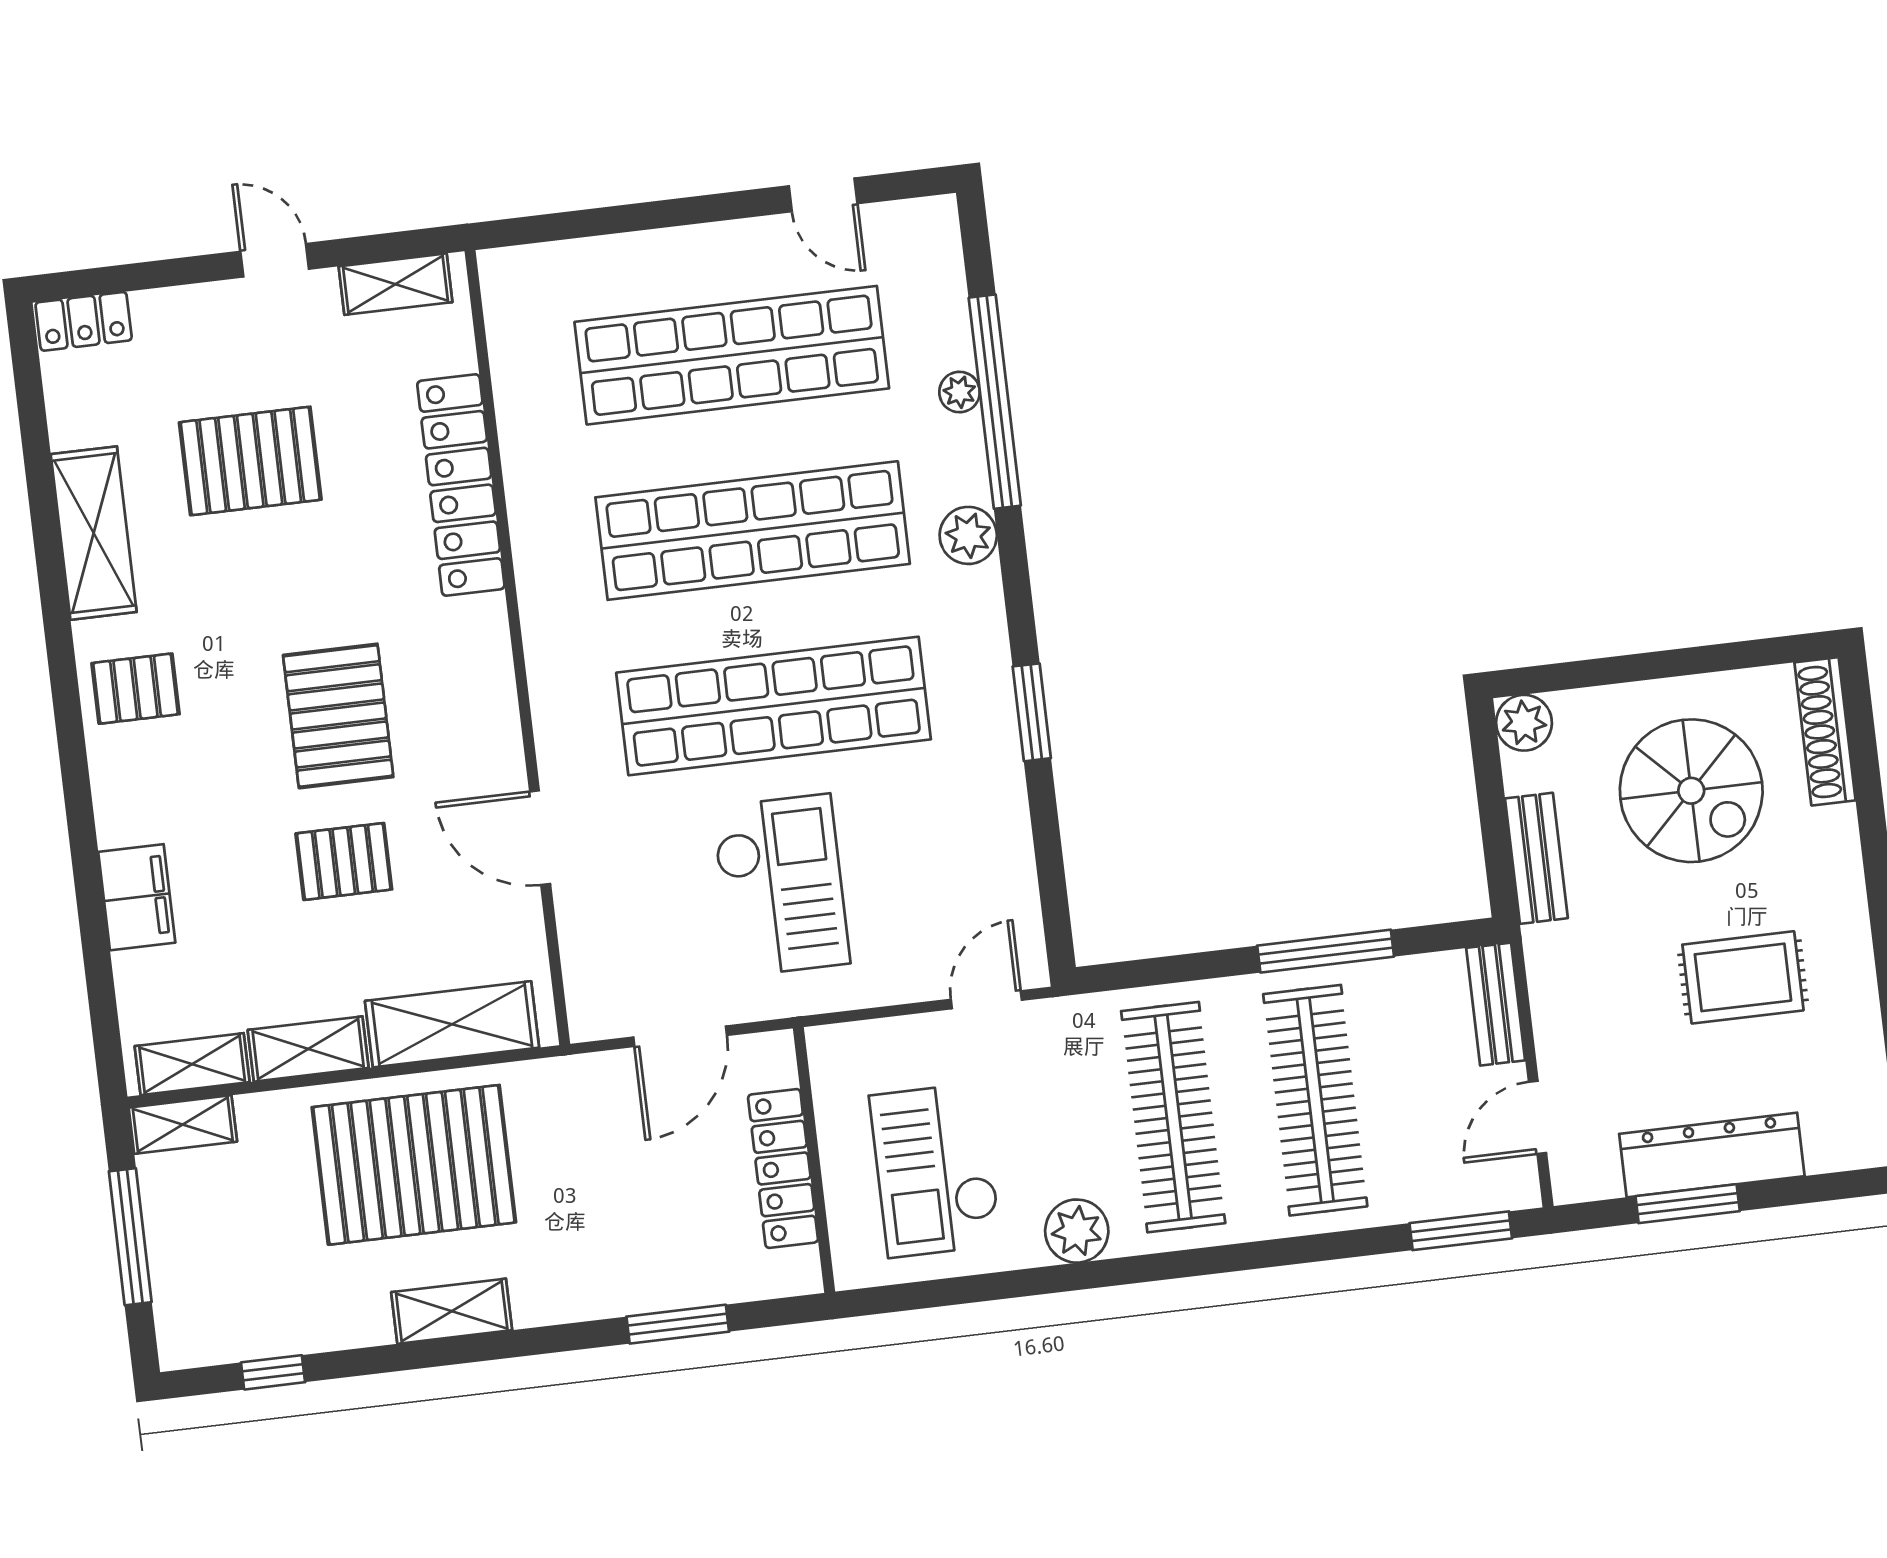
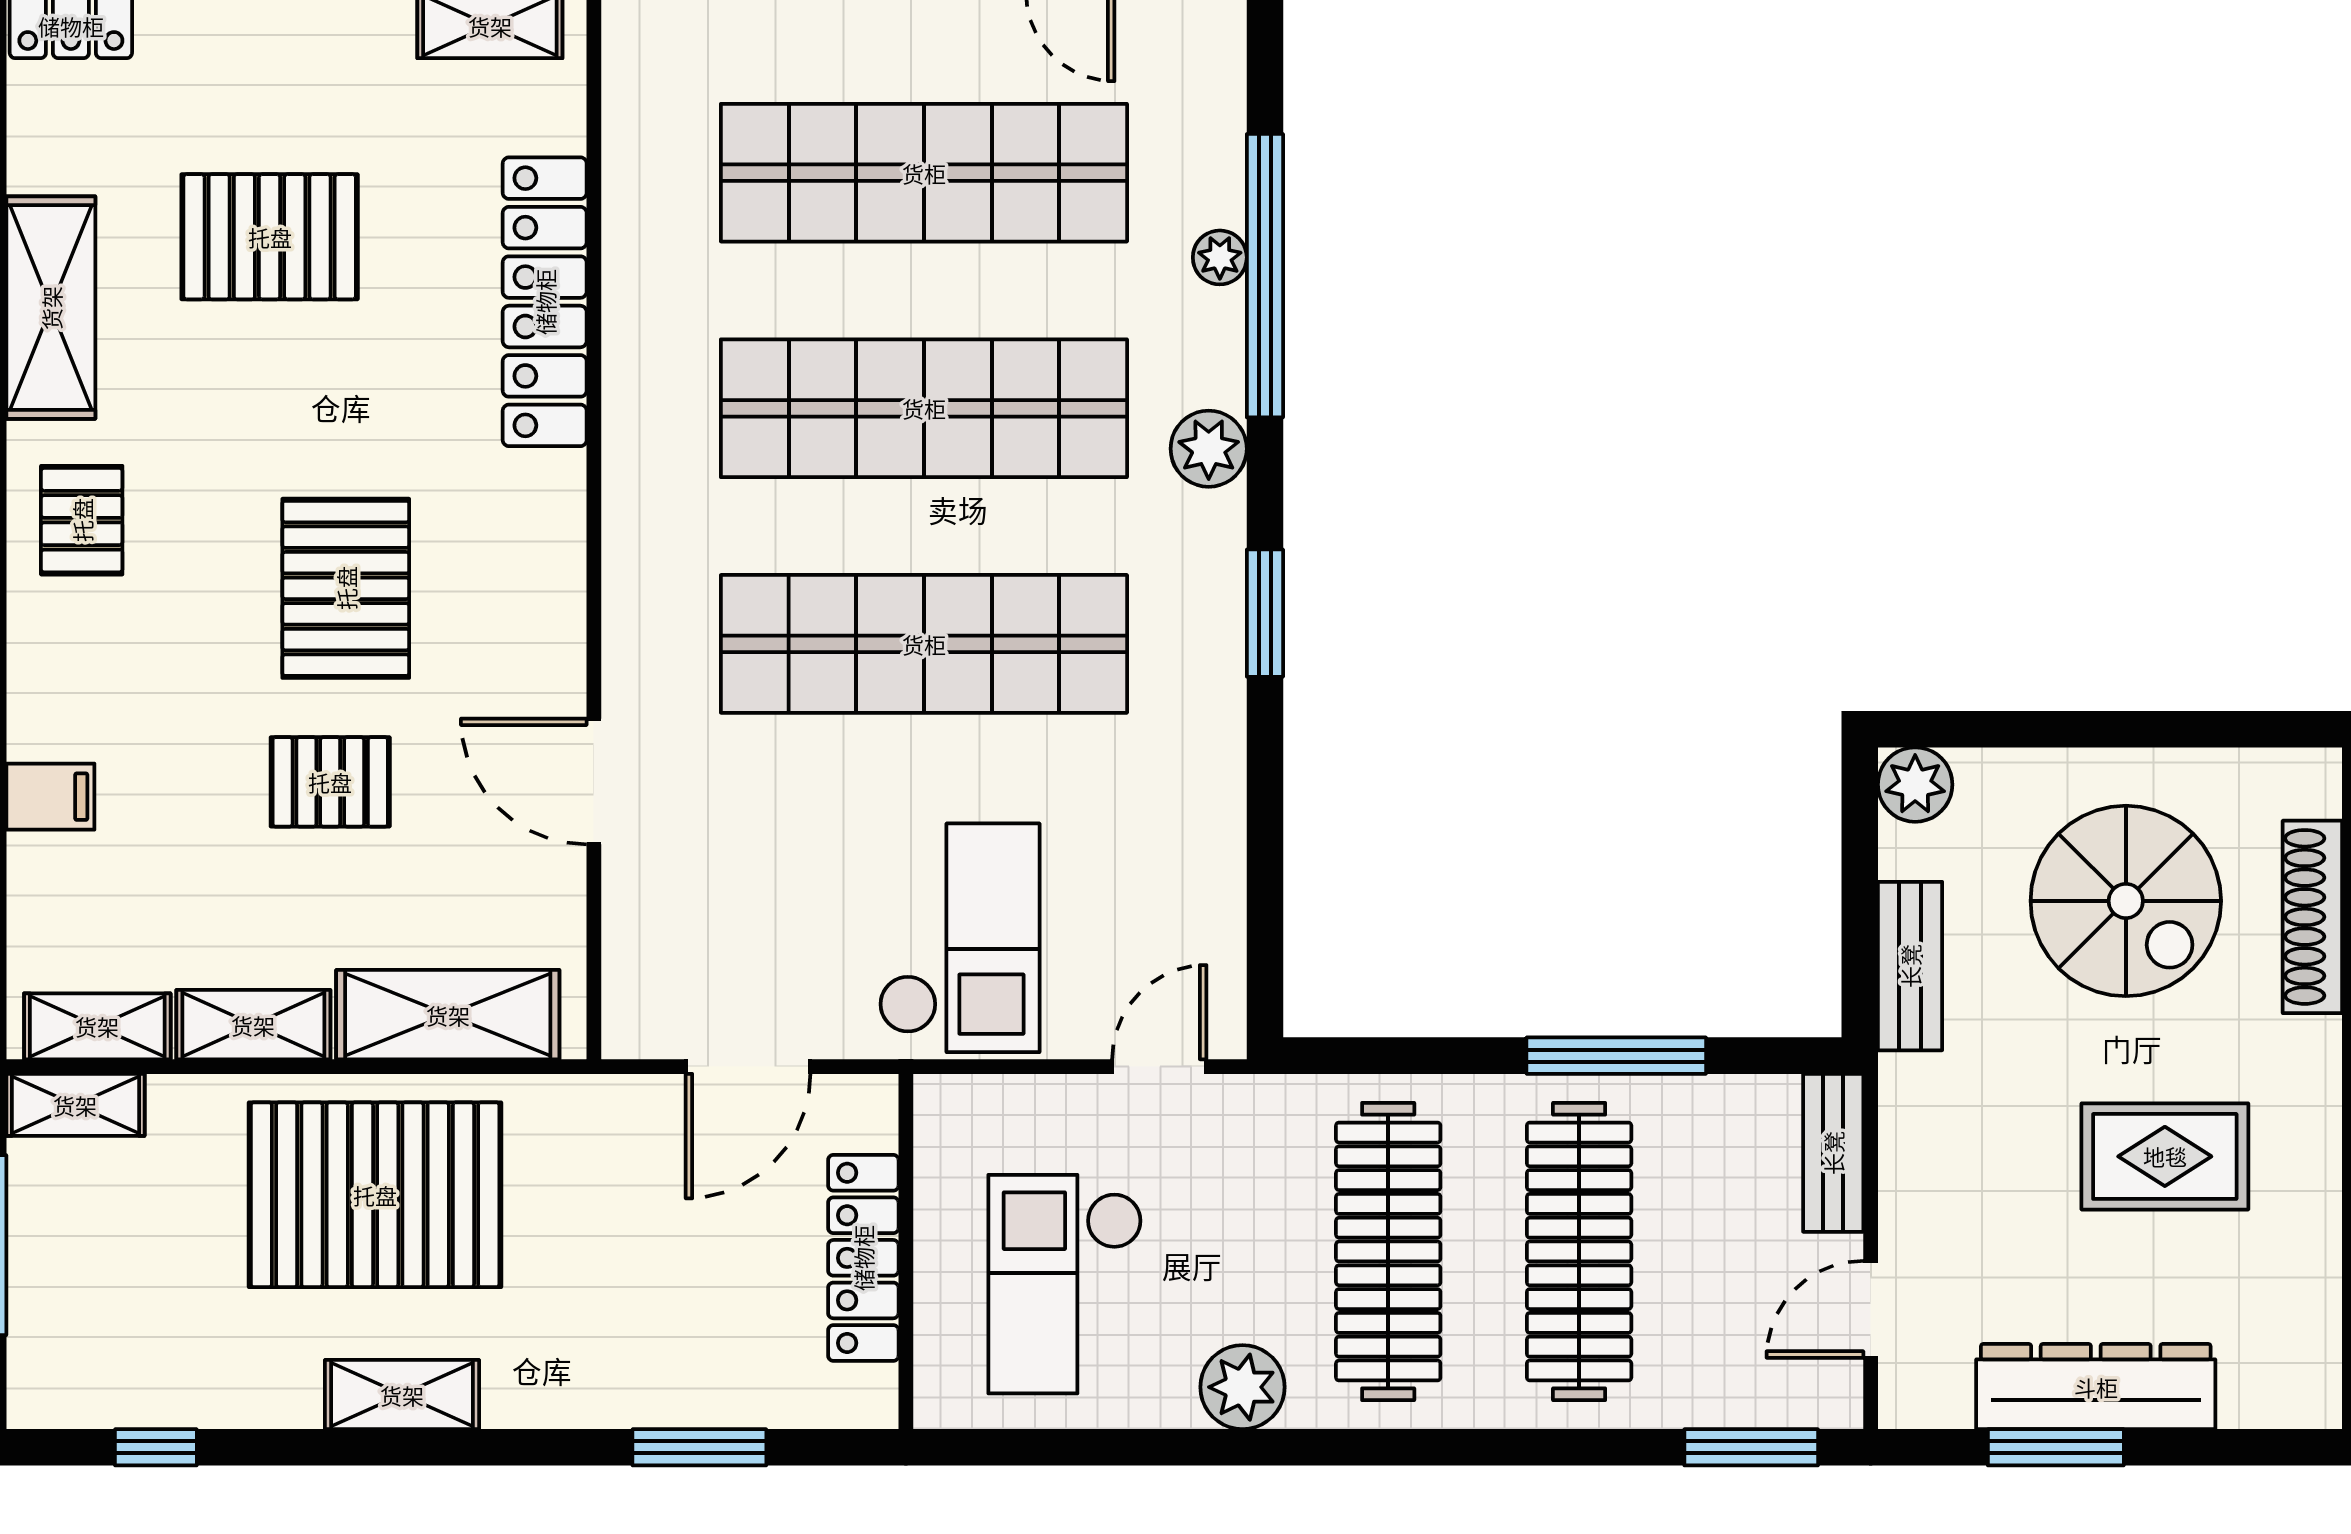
pallet: (136, 689) -> (82, 520), turned 90
window: (1032, 712) -> (1265, 613), moved
shoe rack: (1825, 731) -> (2312, 917), moved
checkout: (781, 885) -> (959, 938), moved
filing cabinet: (137, 897) -> (50, 797), width x0.50

